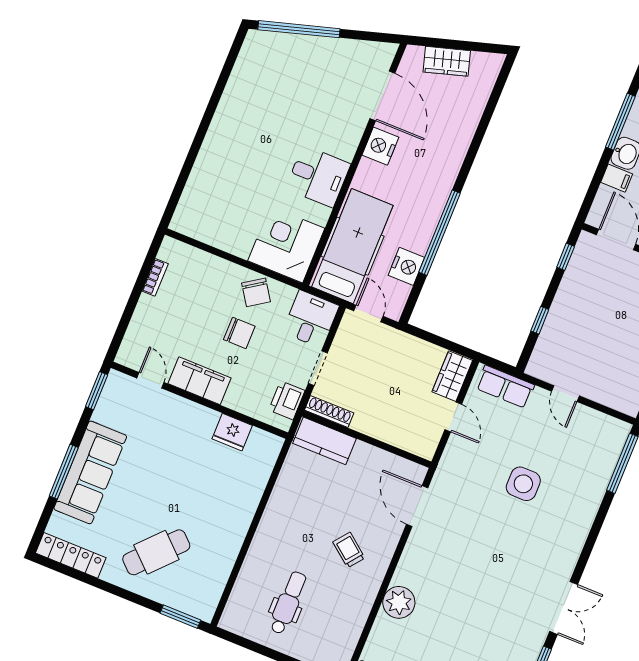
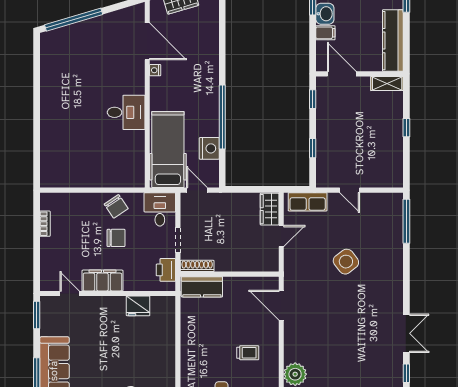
nightstand: (380, 146) -> (155, 70), width x0.53, depth x0.56
corner desk: (286, 245) -> (123, 166), removed
door: (453, 417) -> (281, 236), hinge flipped
side table: (523, 484) -> (346, 262), turned -38
trolley: (349, 550) -> (248, 353), turned 142

